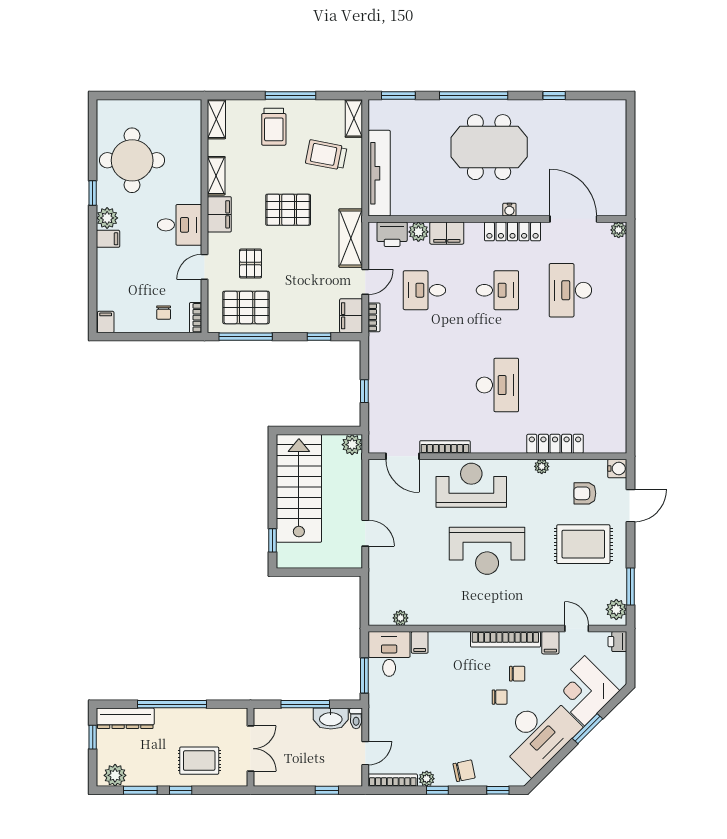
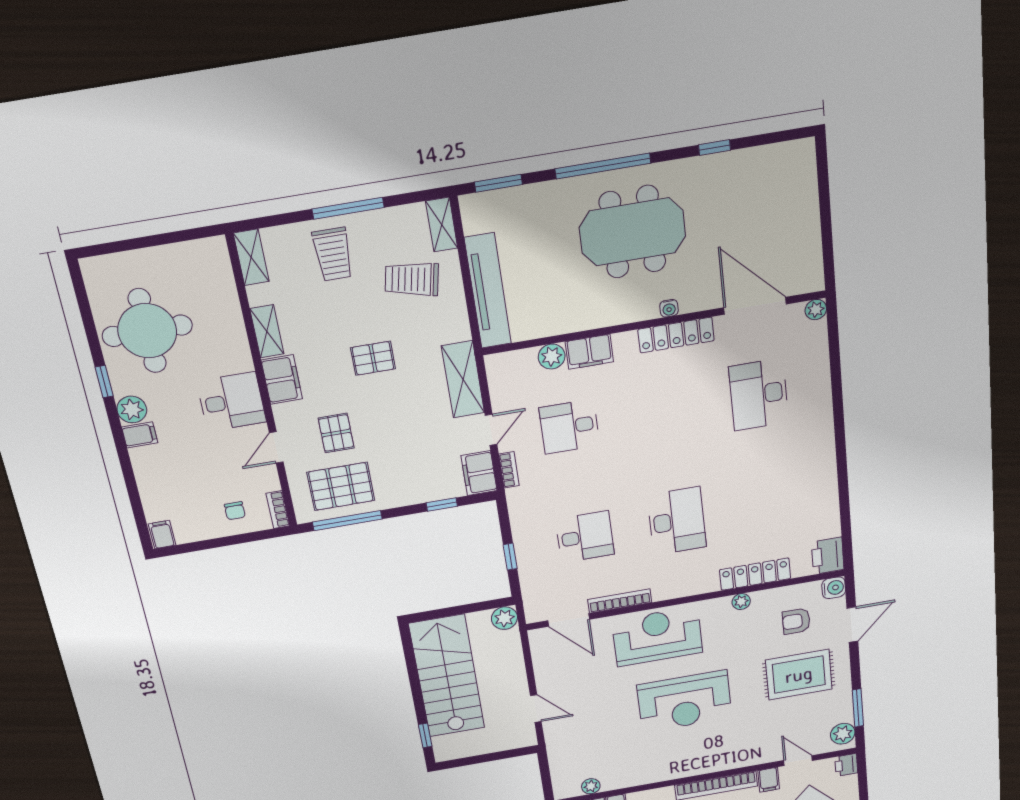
pallet: (288, 210) -> (373, 358), width x0.67, depth x0.71
printer: (392, 234) -> (828, 556), moved, turned 90
desk: (497, 290) -> (585, 537), moved

